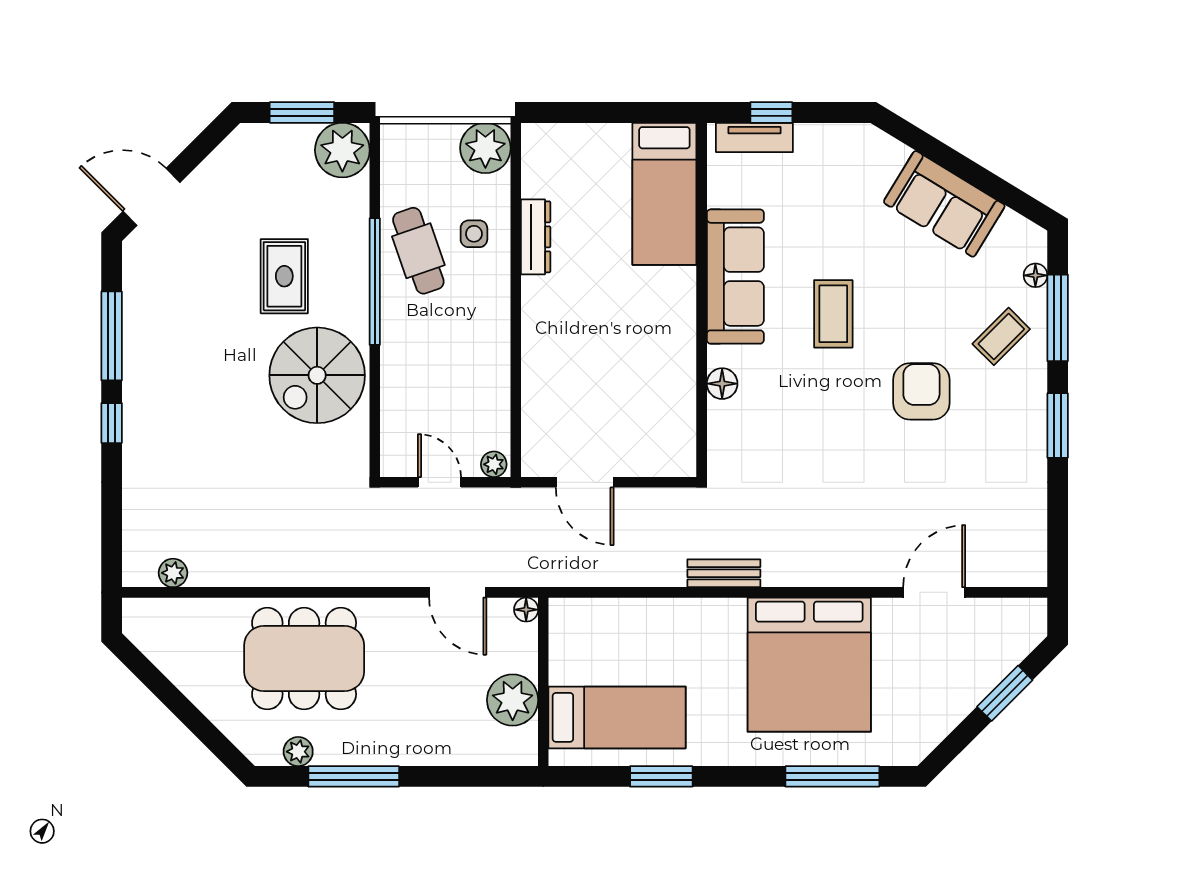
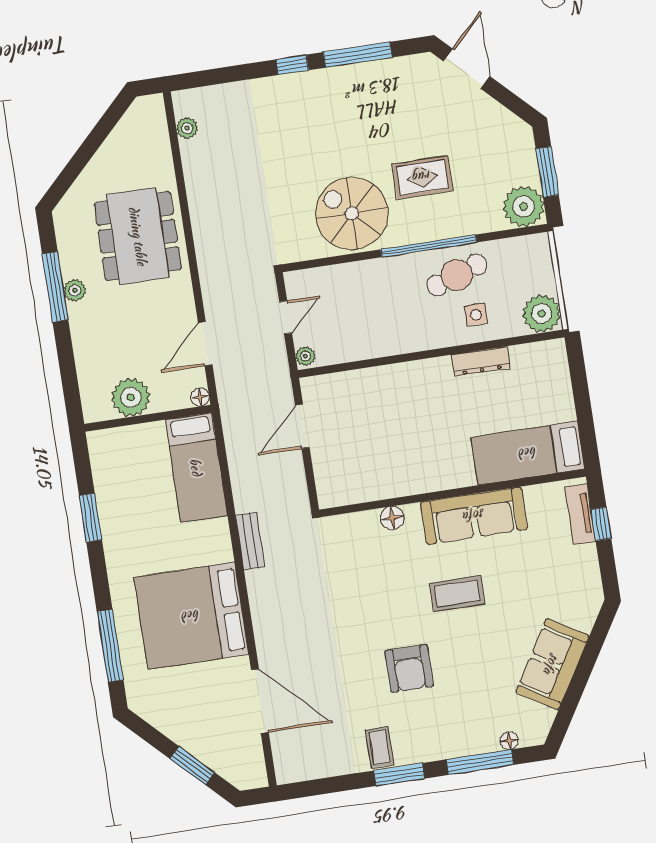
coffee table: (1001, 336) -> (380, 747), moved, turned 45
armchair: (921, 391) -> (409, 668), turned 90
door: (934, 592) -> (260, 701), width x1.36
bed: (617, 717) -> (196, 467), moved
plant: (298, 752) -> (75, 290), moved

